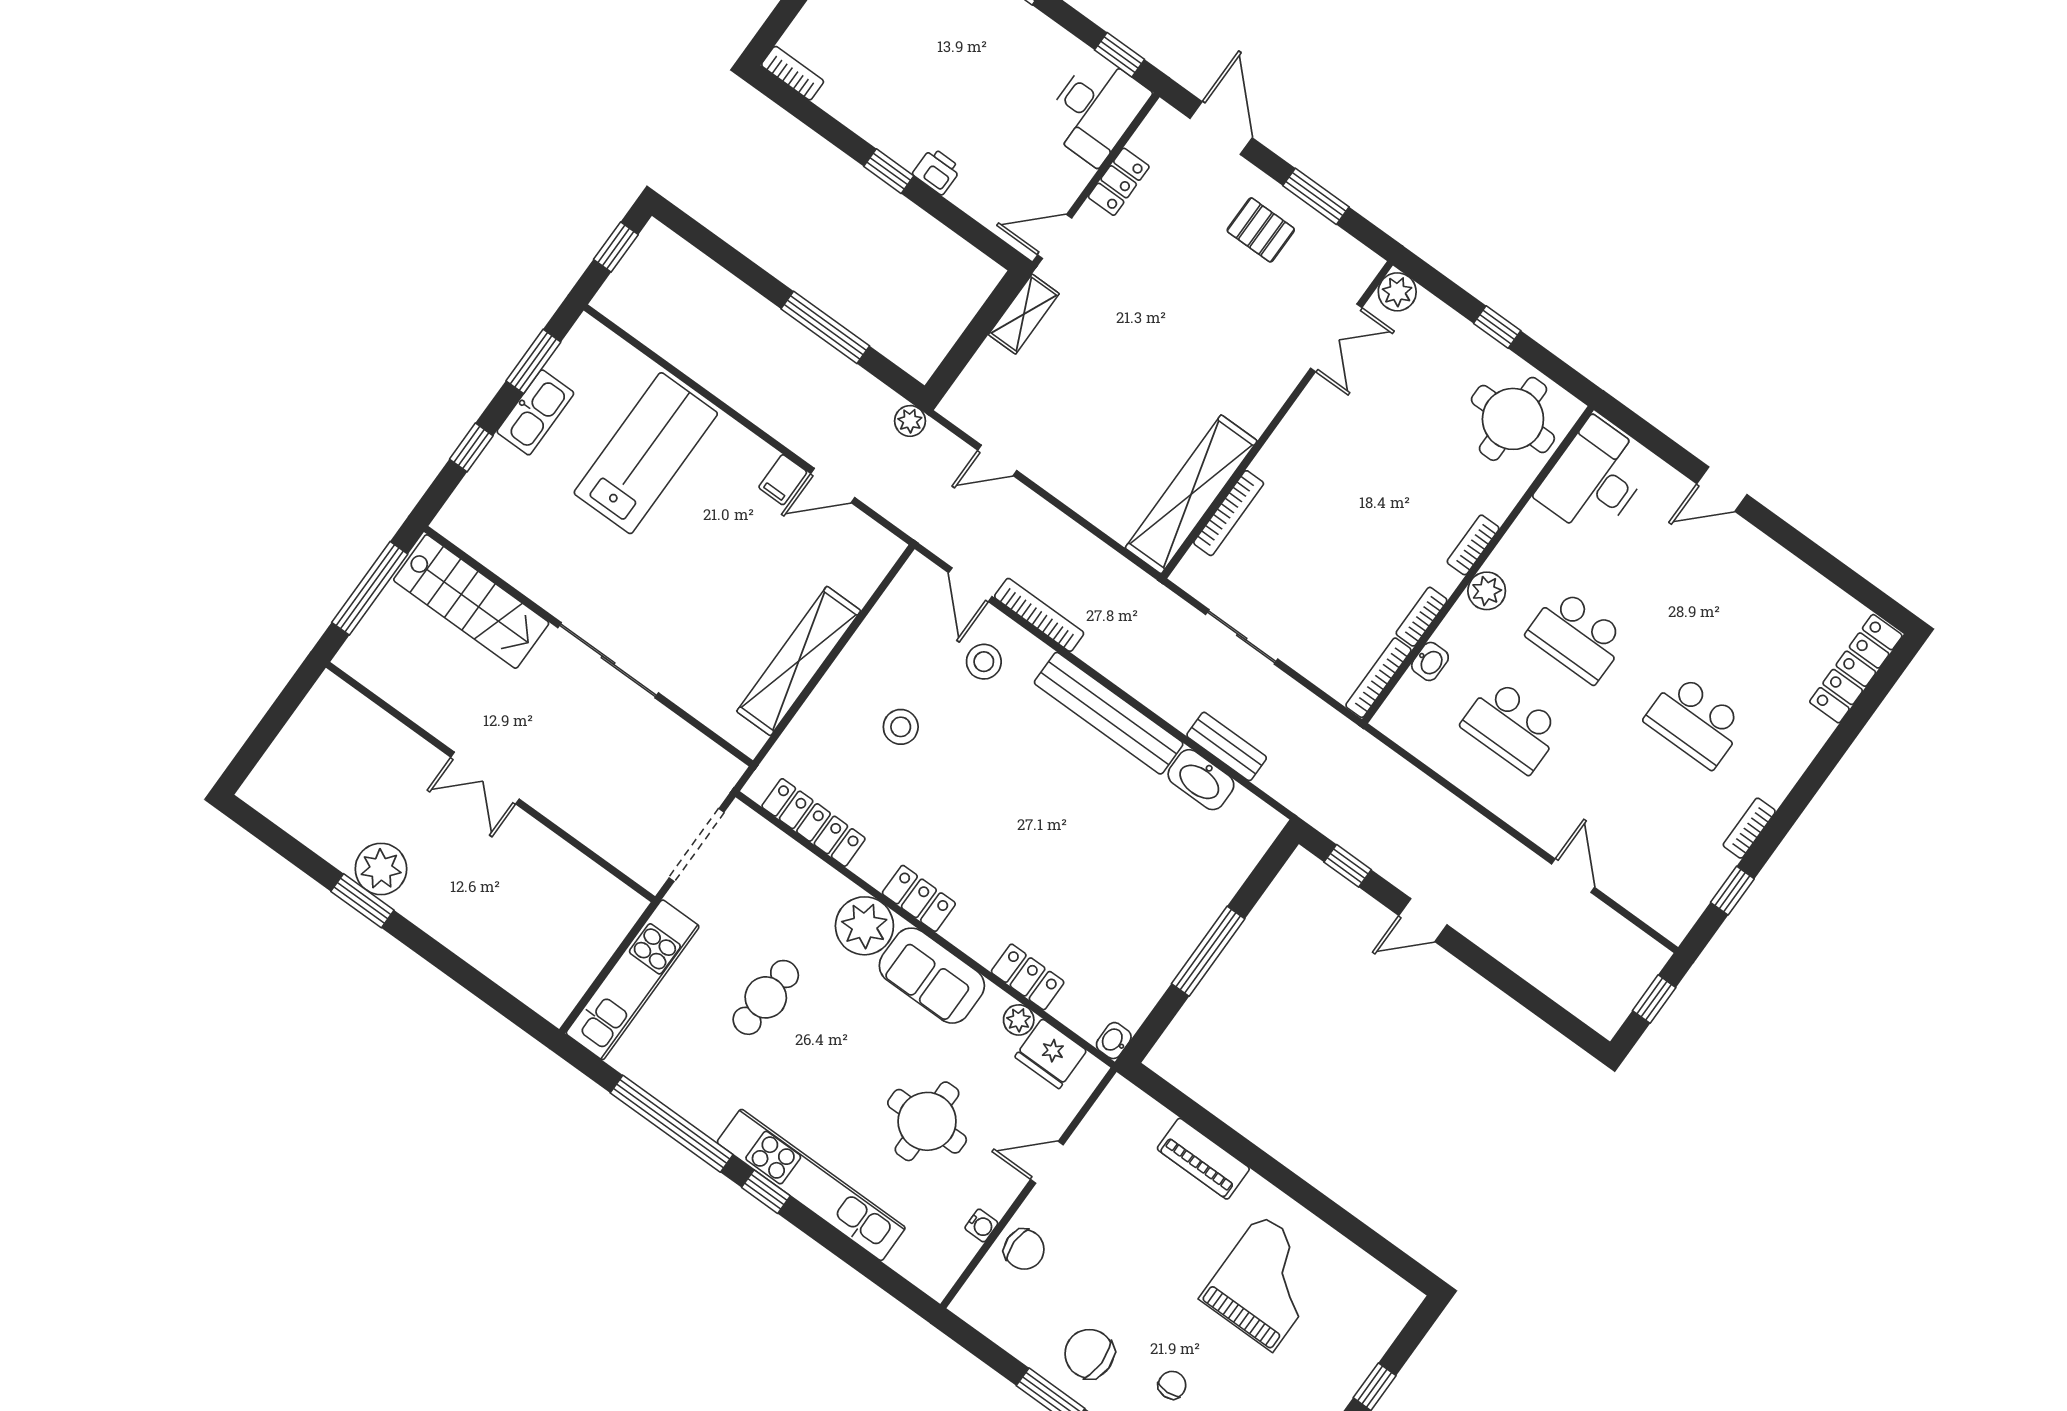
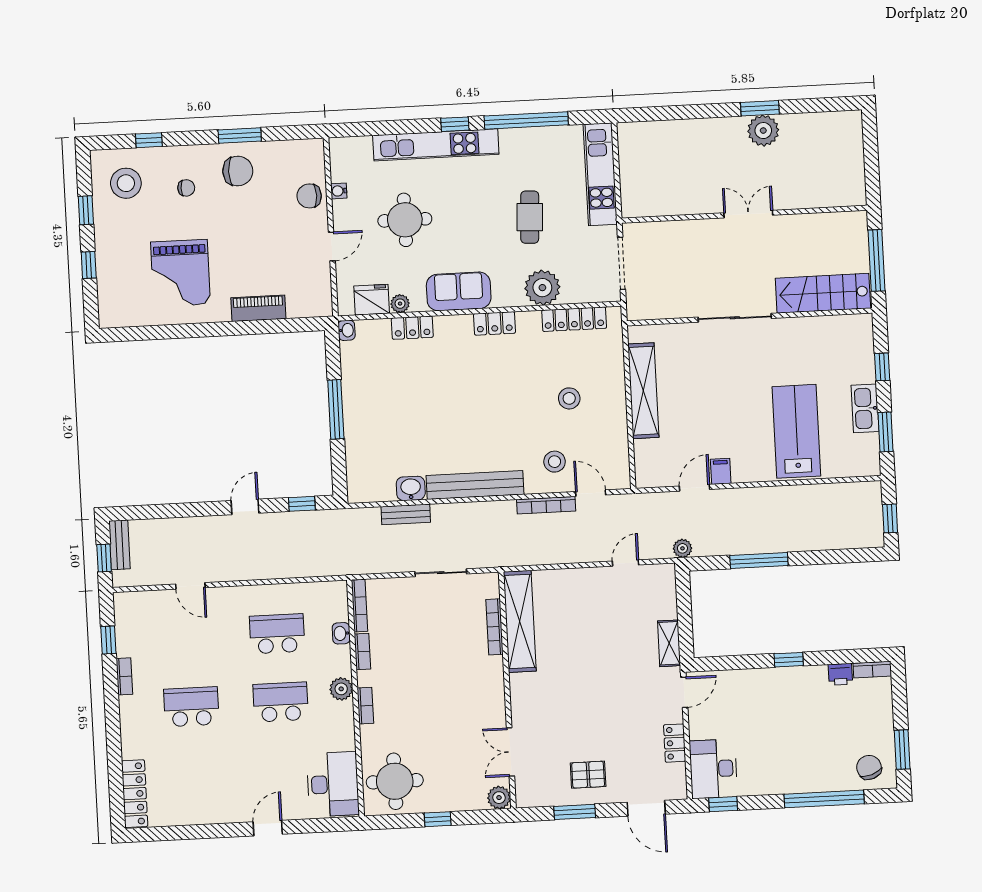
printer: (937, 171) -> (840, 674), moved
lab bench: (646, 453) -> (796, 431), turned 180
washbasin: (1201, 780) -> (411, 488), width x0.72
plant: (864, 926) -> (542, 288), moved
bench: (1621, 1000) -> (120, 545), added
chair: (1172, 1385) -> (186, 188), turned -88

